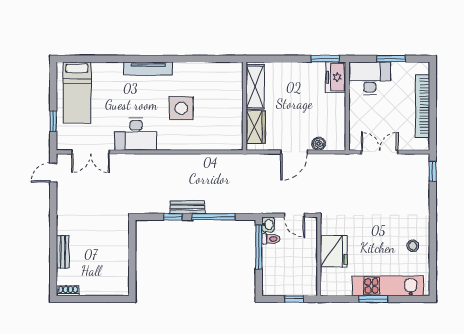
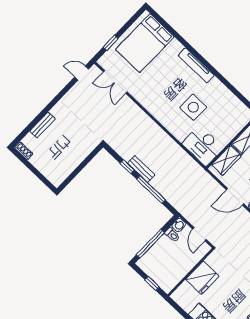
bed: (77, 92) -> (145, 43), width x1.50
desk: (136, 134) -> (203, 146), moved
window: (259, 247) -> (150, 244), moved

